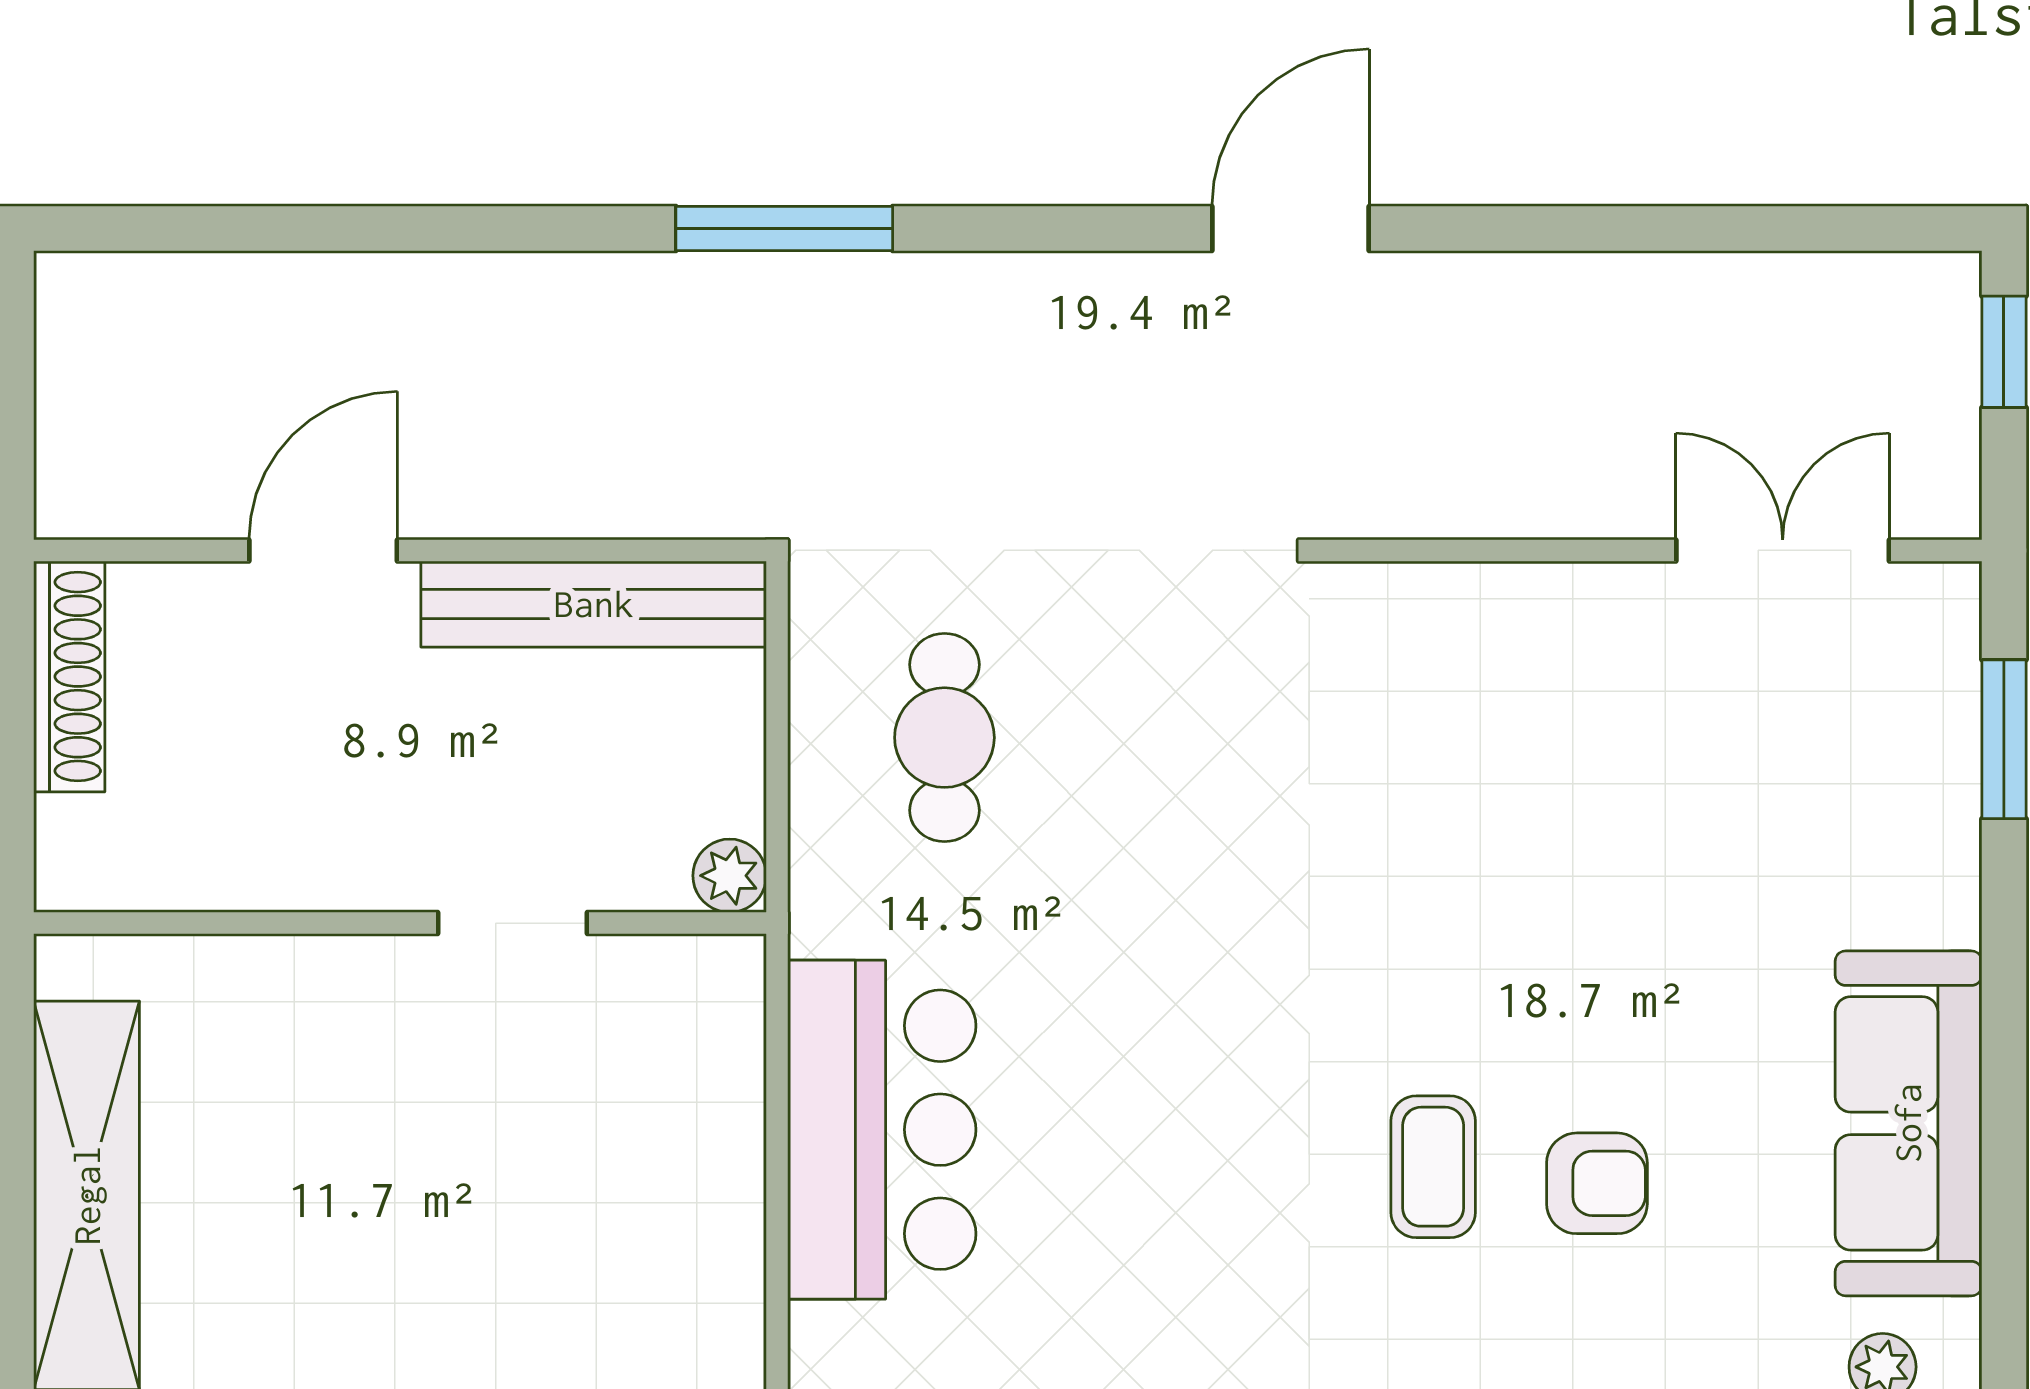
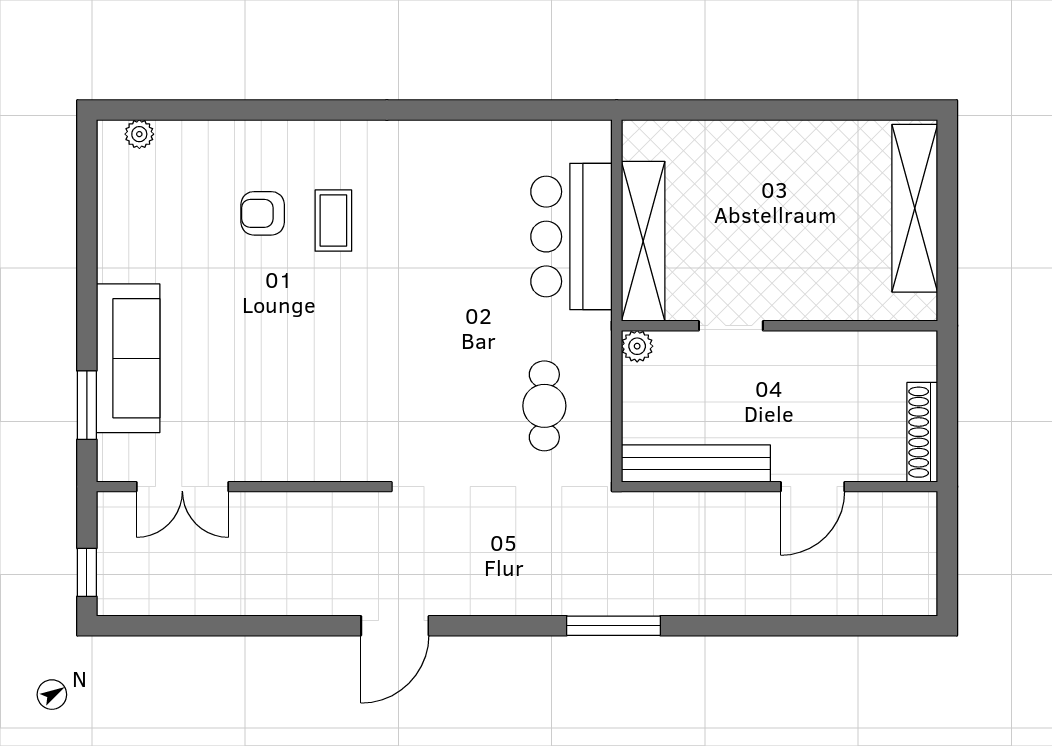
shelving: (716, 1119) -> (643, 241), added
sofa: (1908, 1123) -> (128, 358), moved

